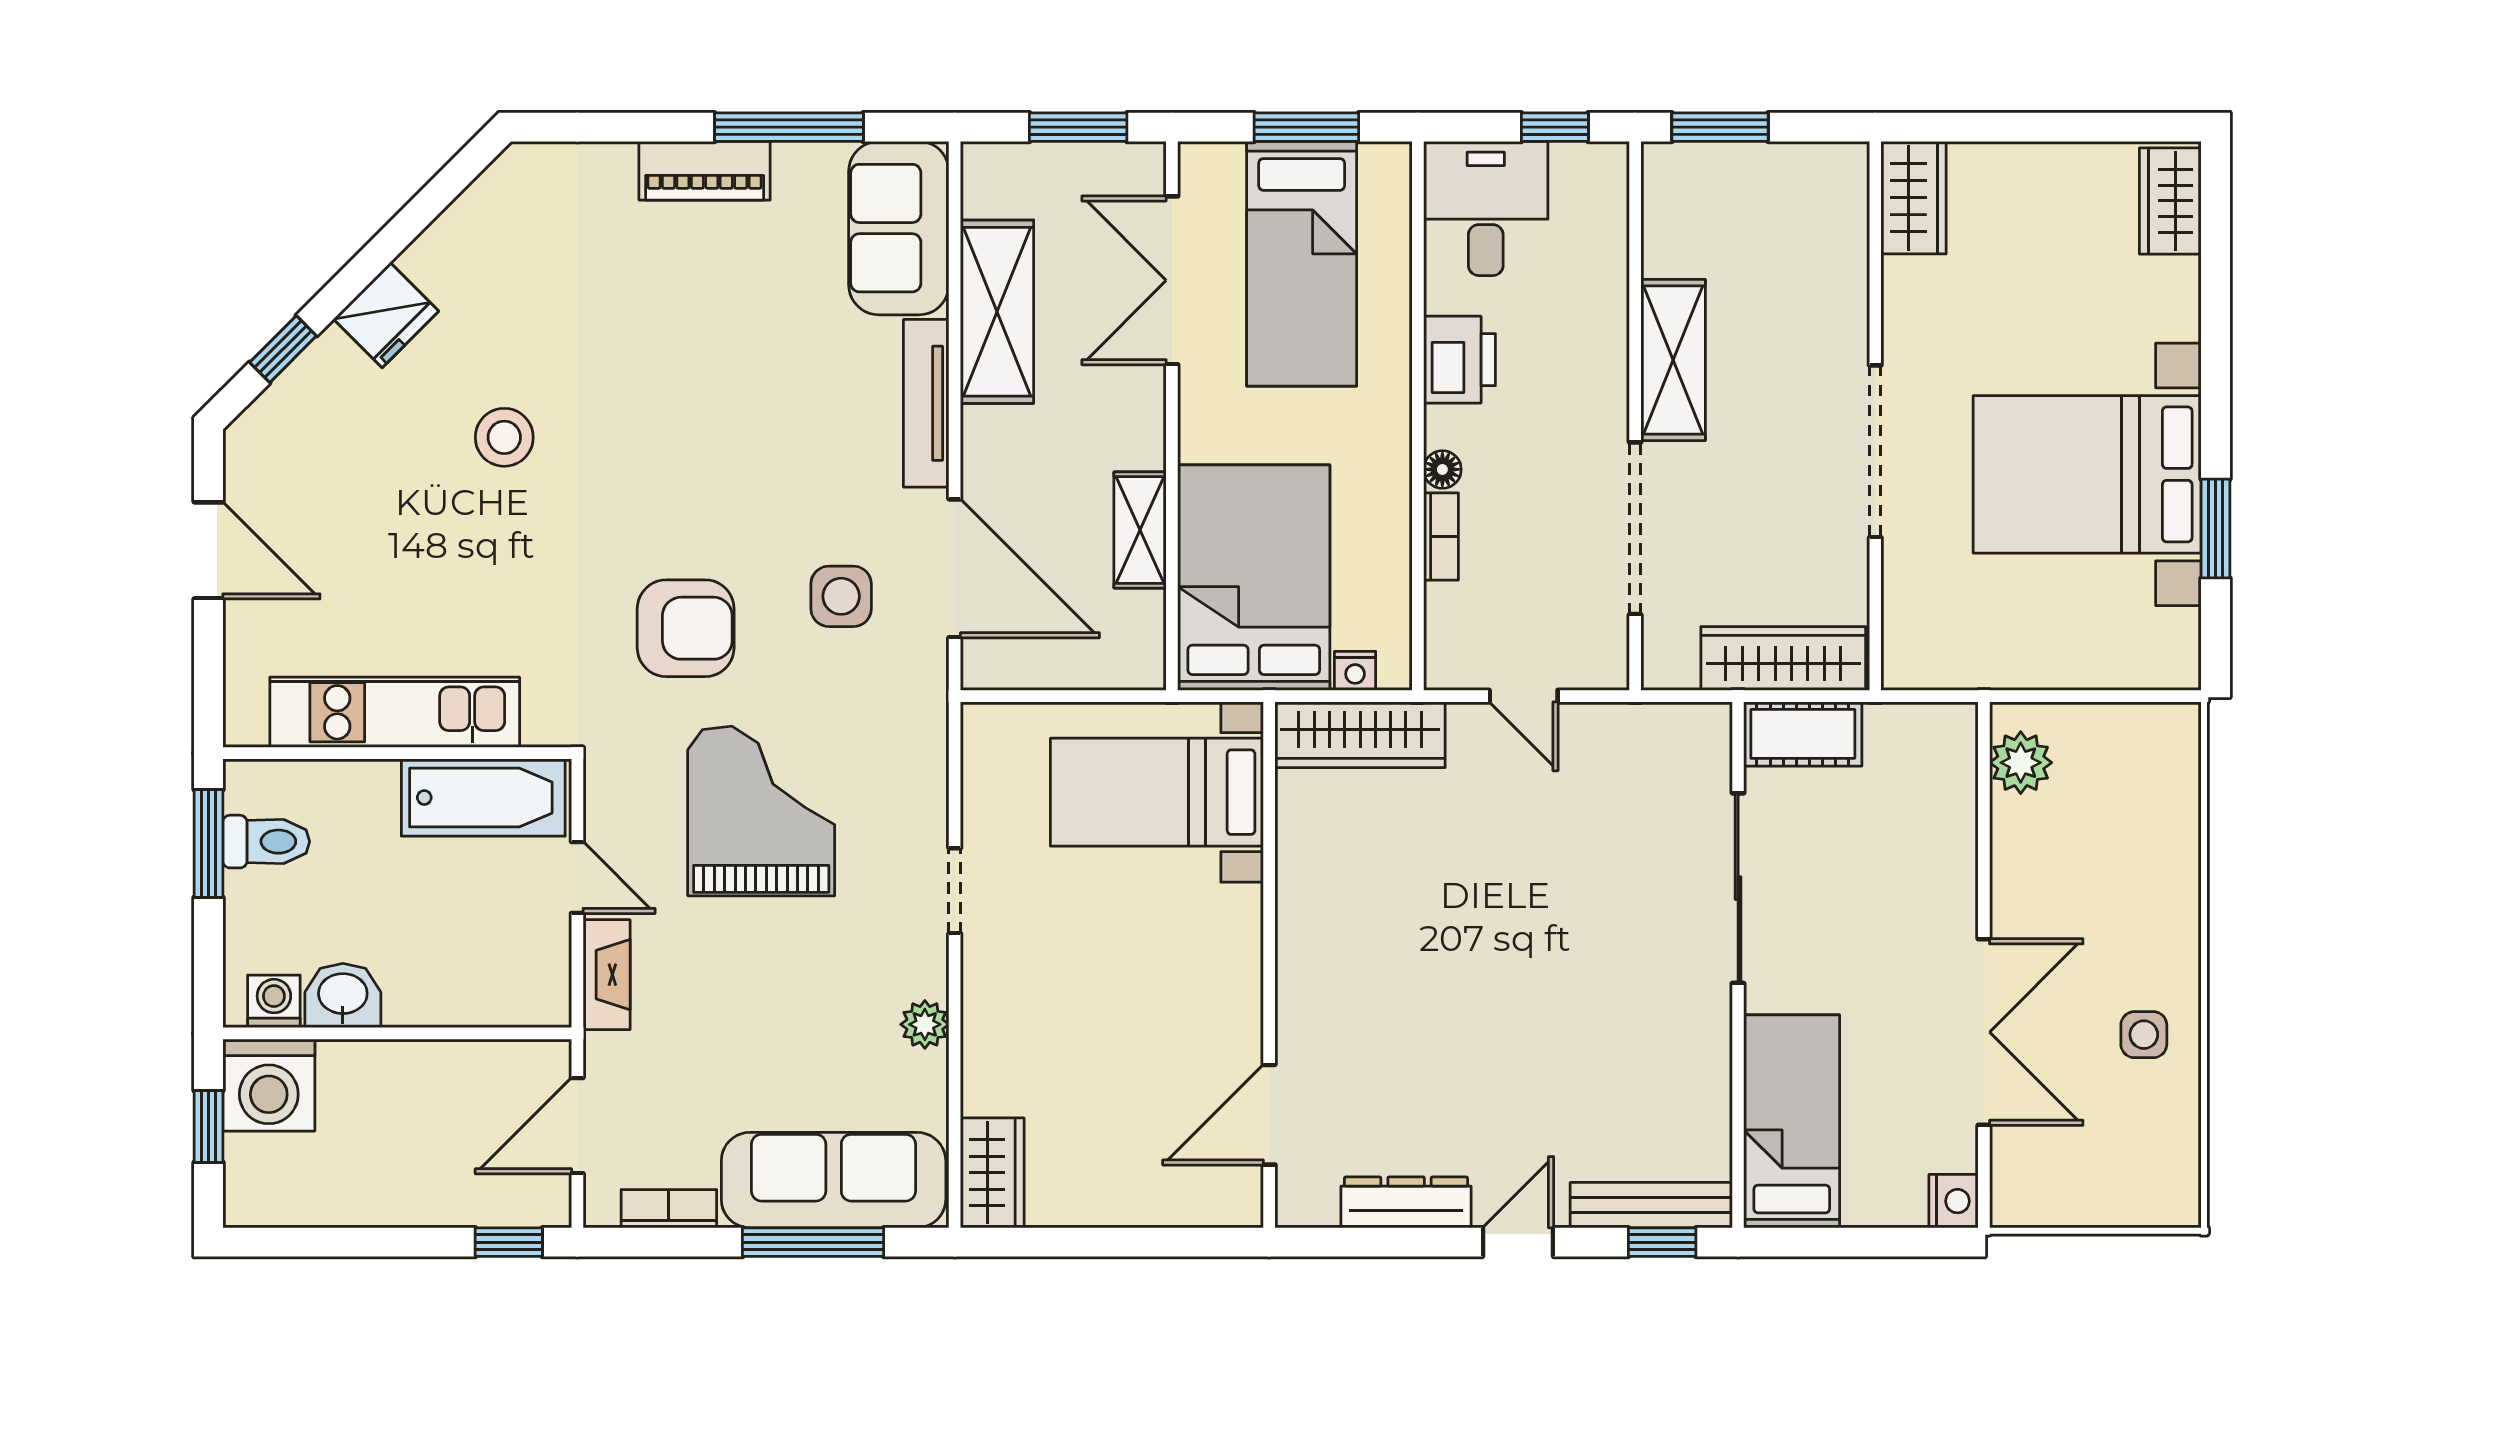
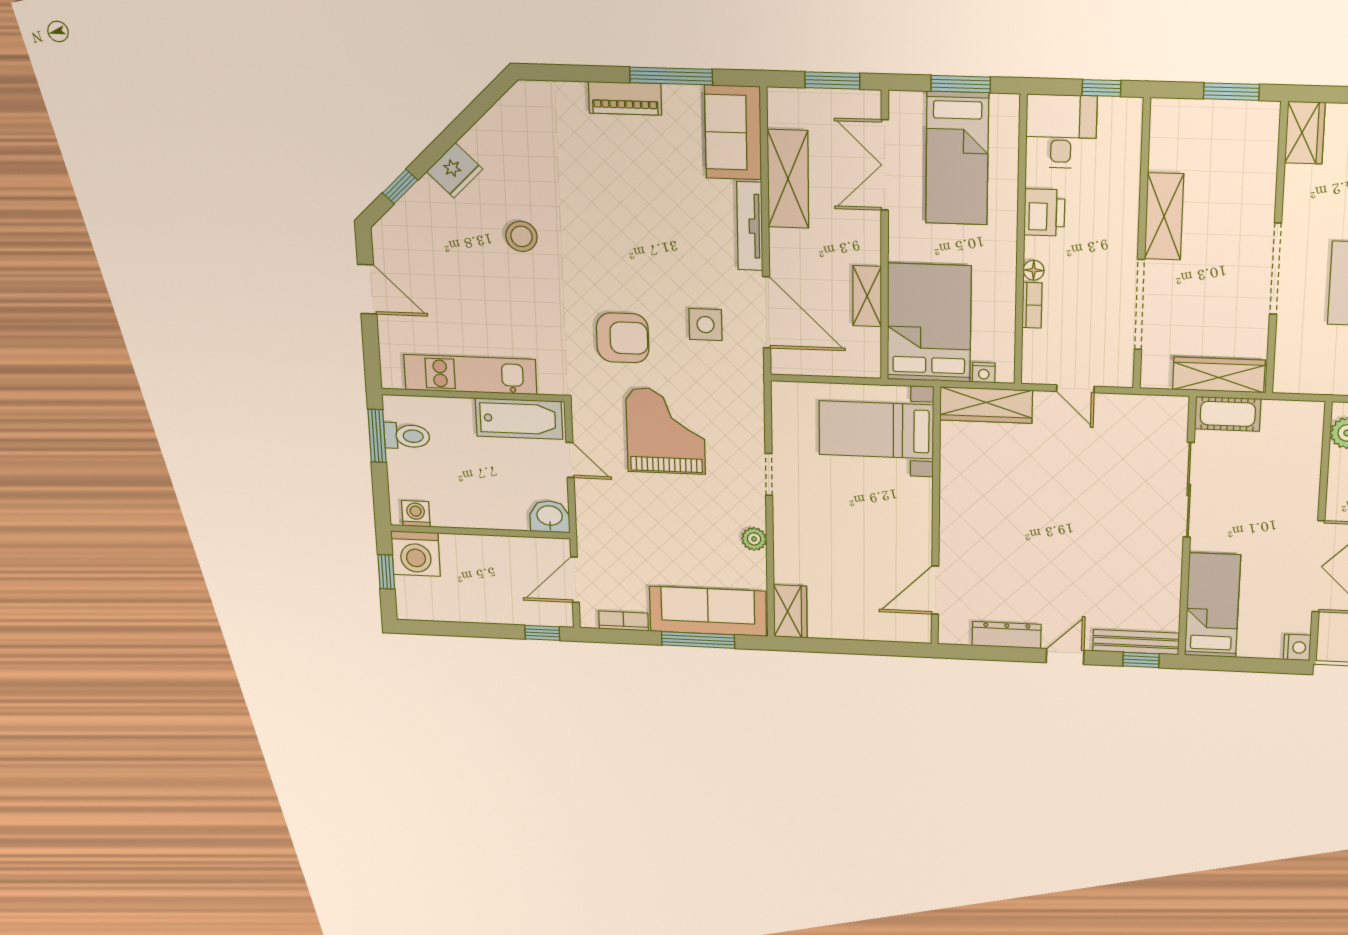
window: (1720, 127) -> (1231, 92), moved
fireplace: (607, 975) -> (587, 508), removed
washbasin: (343, 995) -> (550, 516), moved

